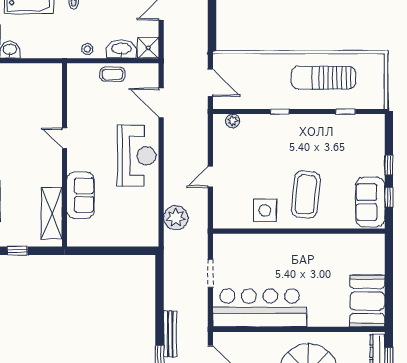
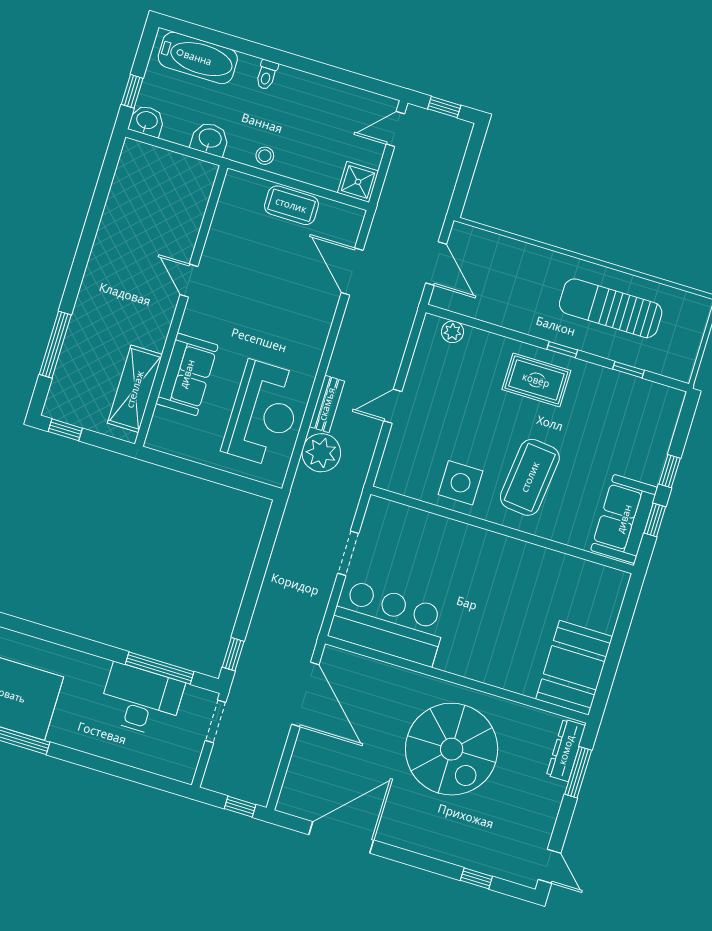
washbasin: (121, 49) -> (210, 139), moved, width x0.72
coffee table: (112, 74) -> (291, 205), width x1.36, depth x1.30
window: (280, 112) -> (562, 350), moved
rug: (292, 135) -> (536, 380), added
reception desk: (136, 156) -> (263, 414), moved
bar counter: (260, 308) -> (388, 623), width x0.73
bench: (170, 334) -> (327, 404), moved, width x0.73

